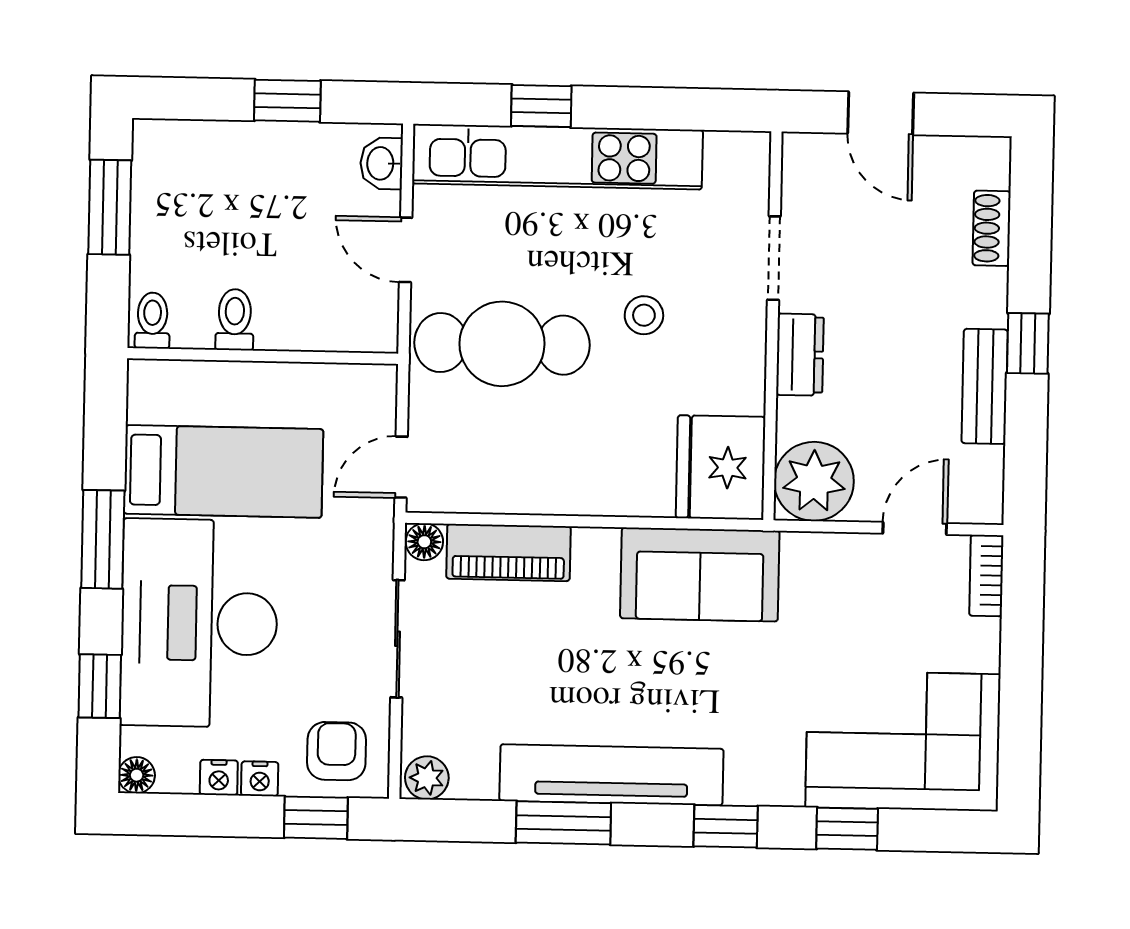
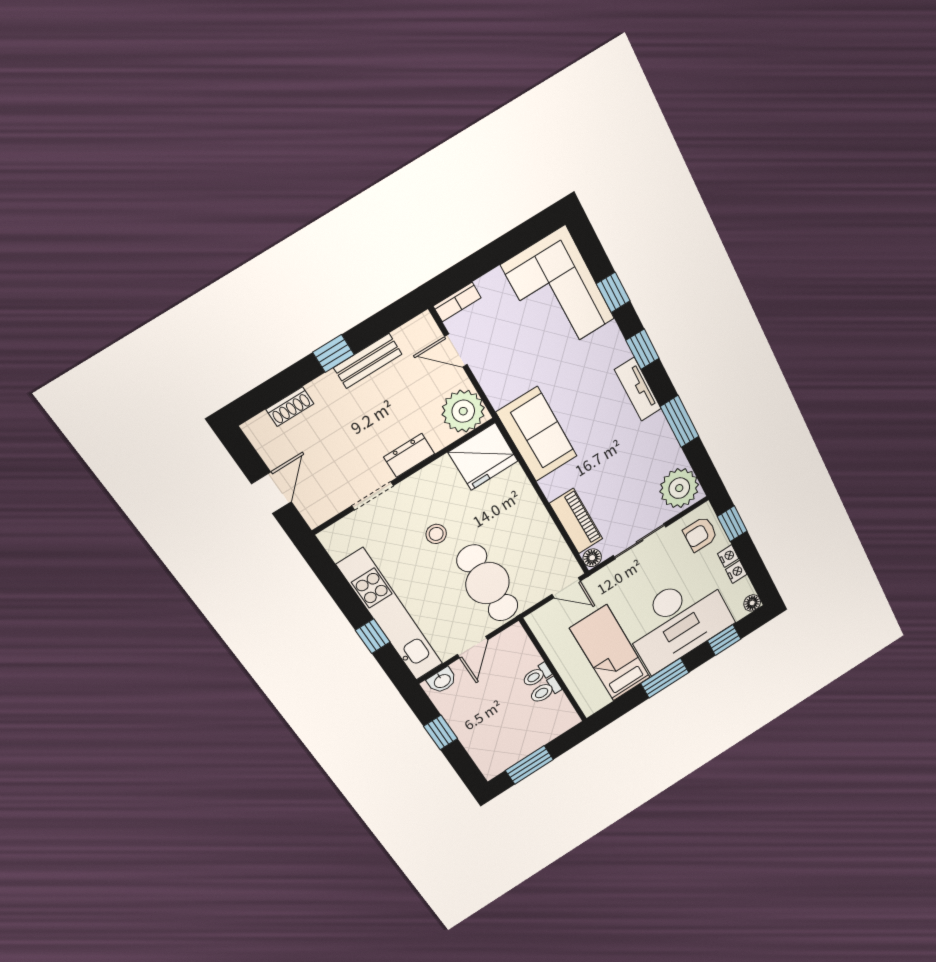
toilet: (152, 321) -> (537, 675), moved
tv unit: (611, 775) -> (638, 389), width x0.52, depth x0.78
plant: (427, 778) -> (679, 488), width x1.88, depth x1.88

